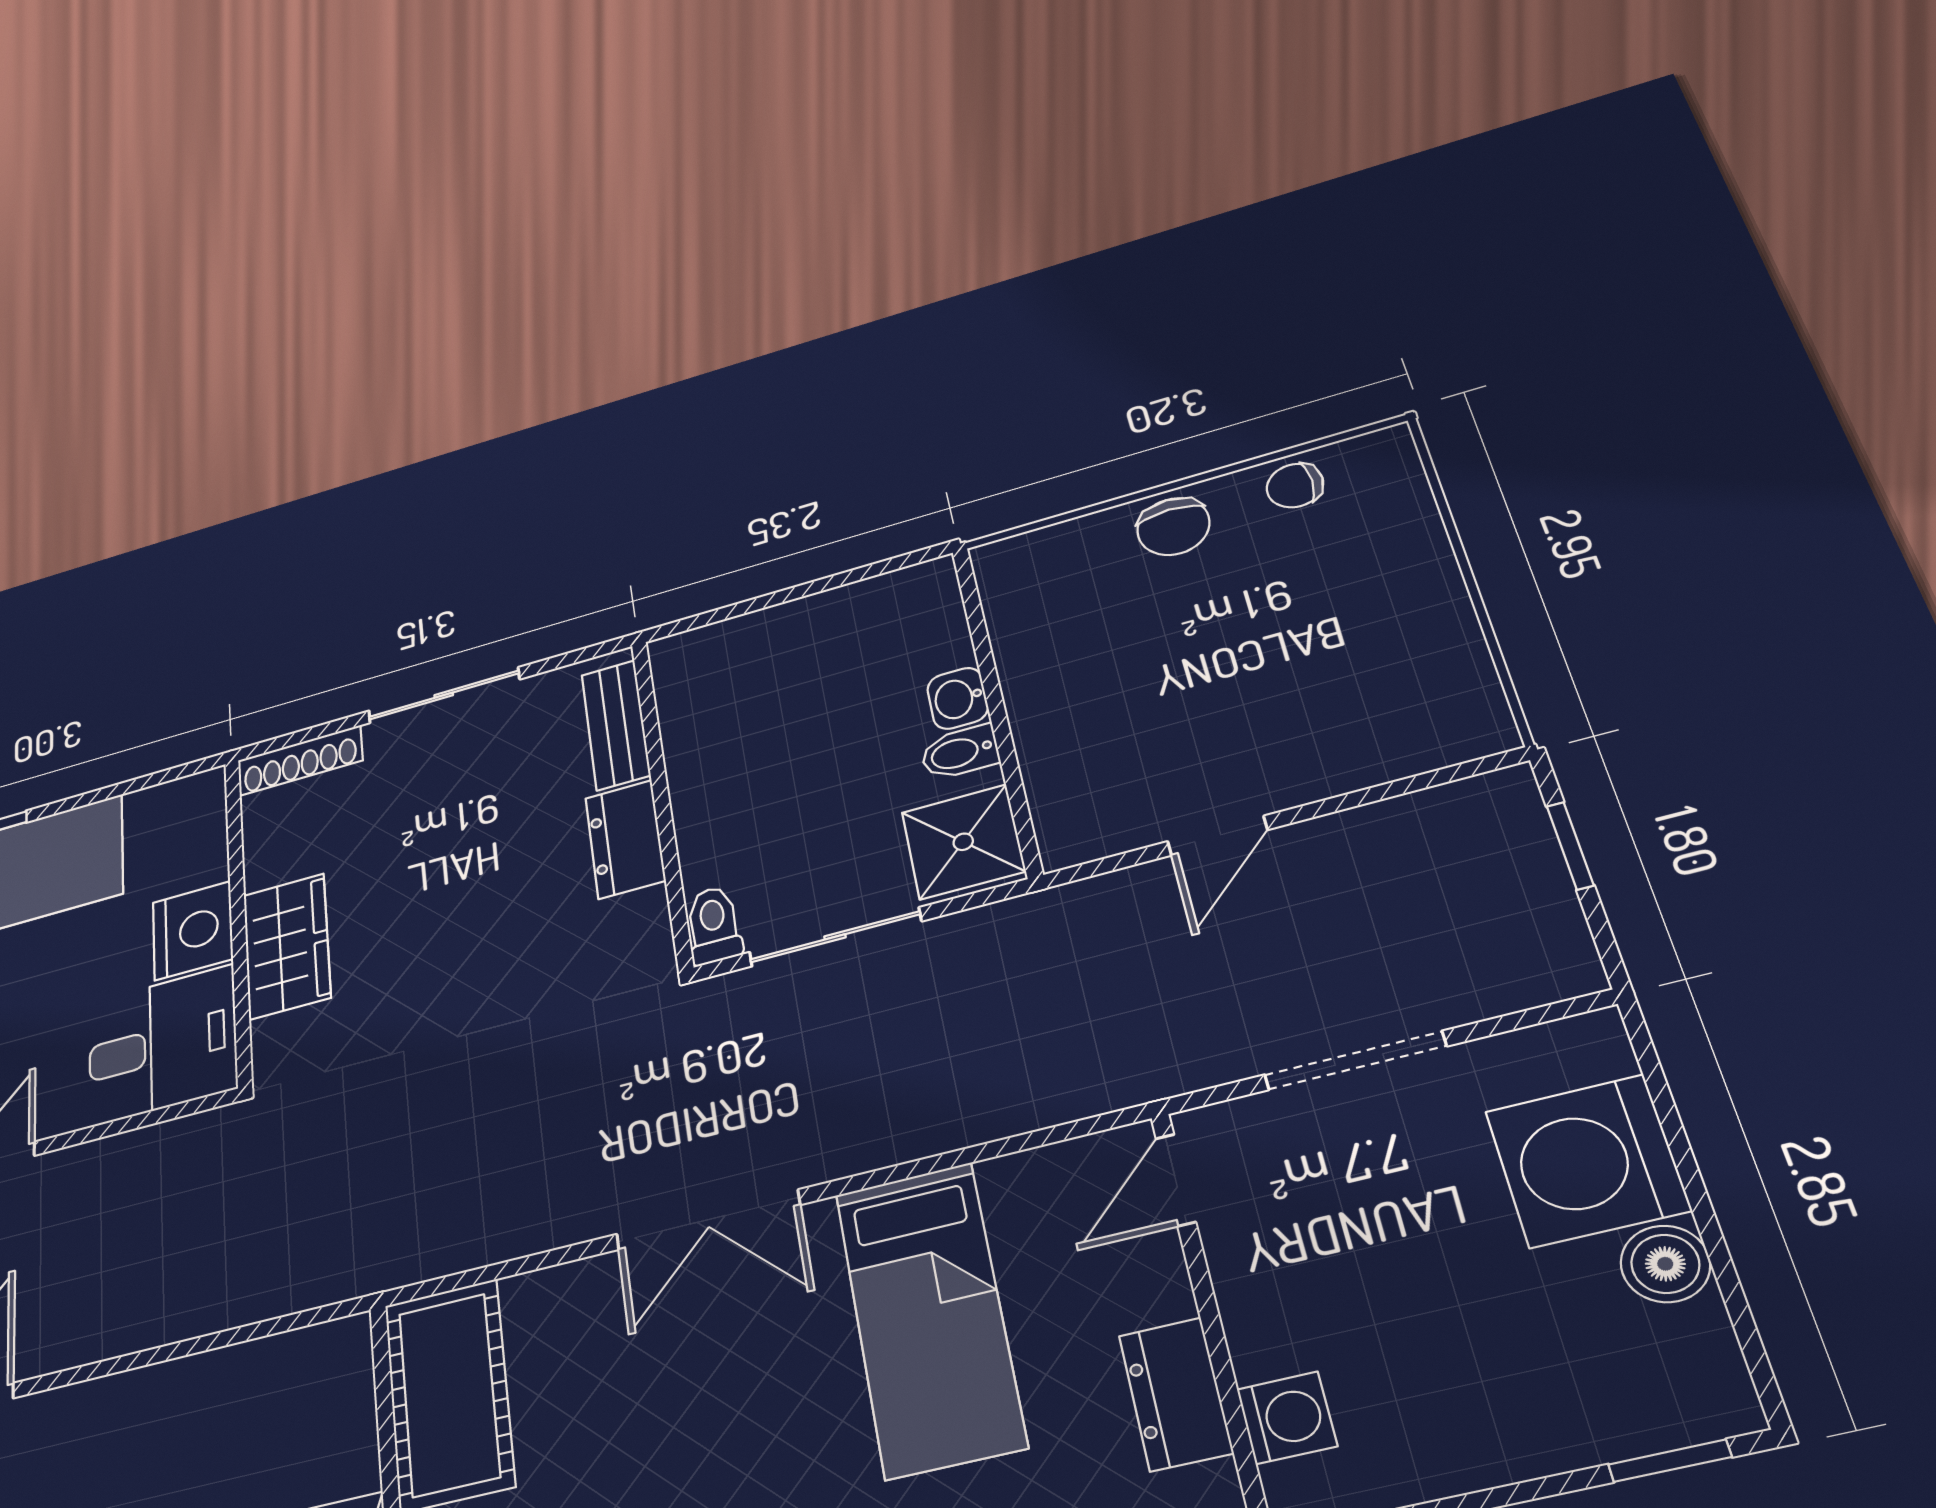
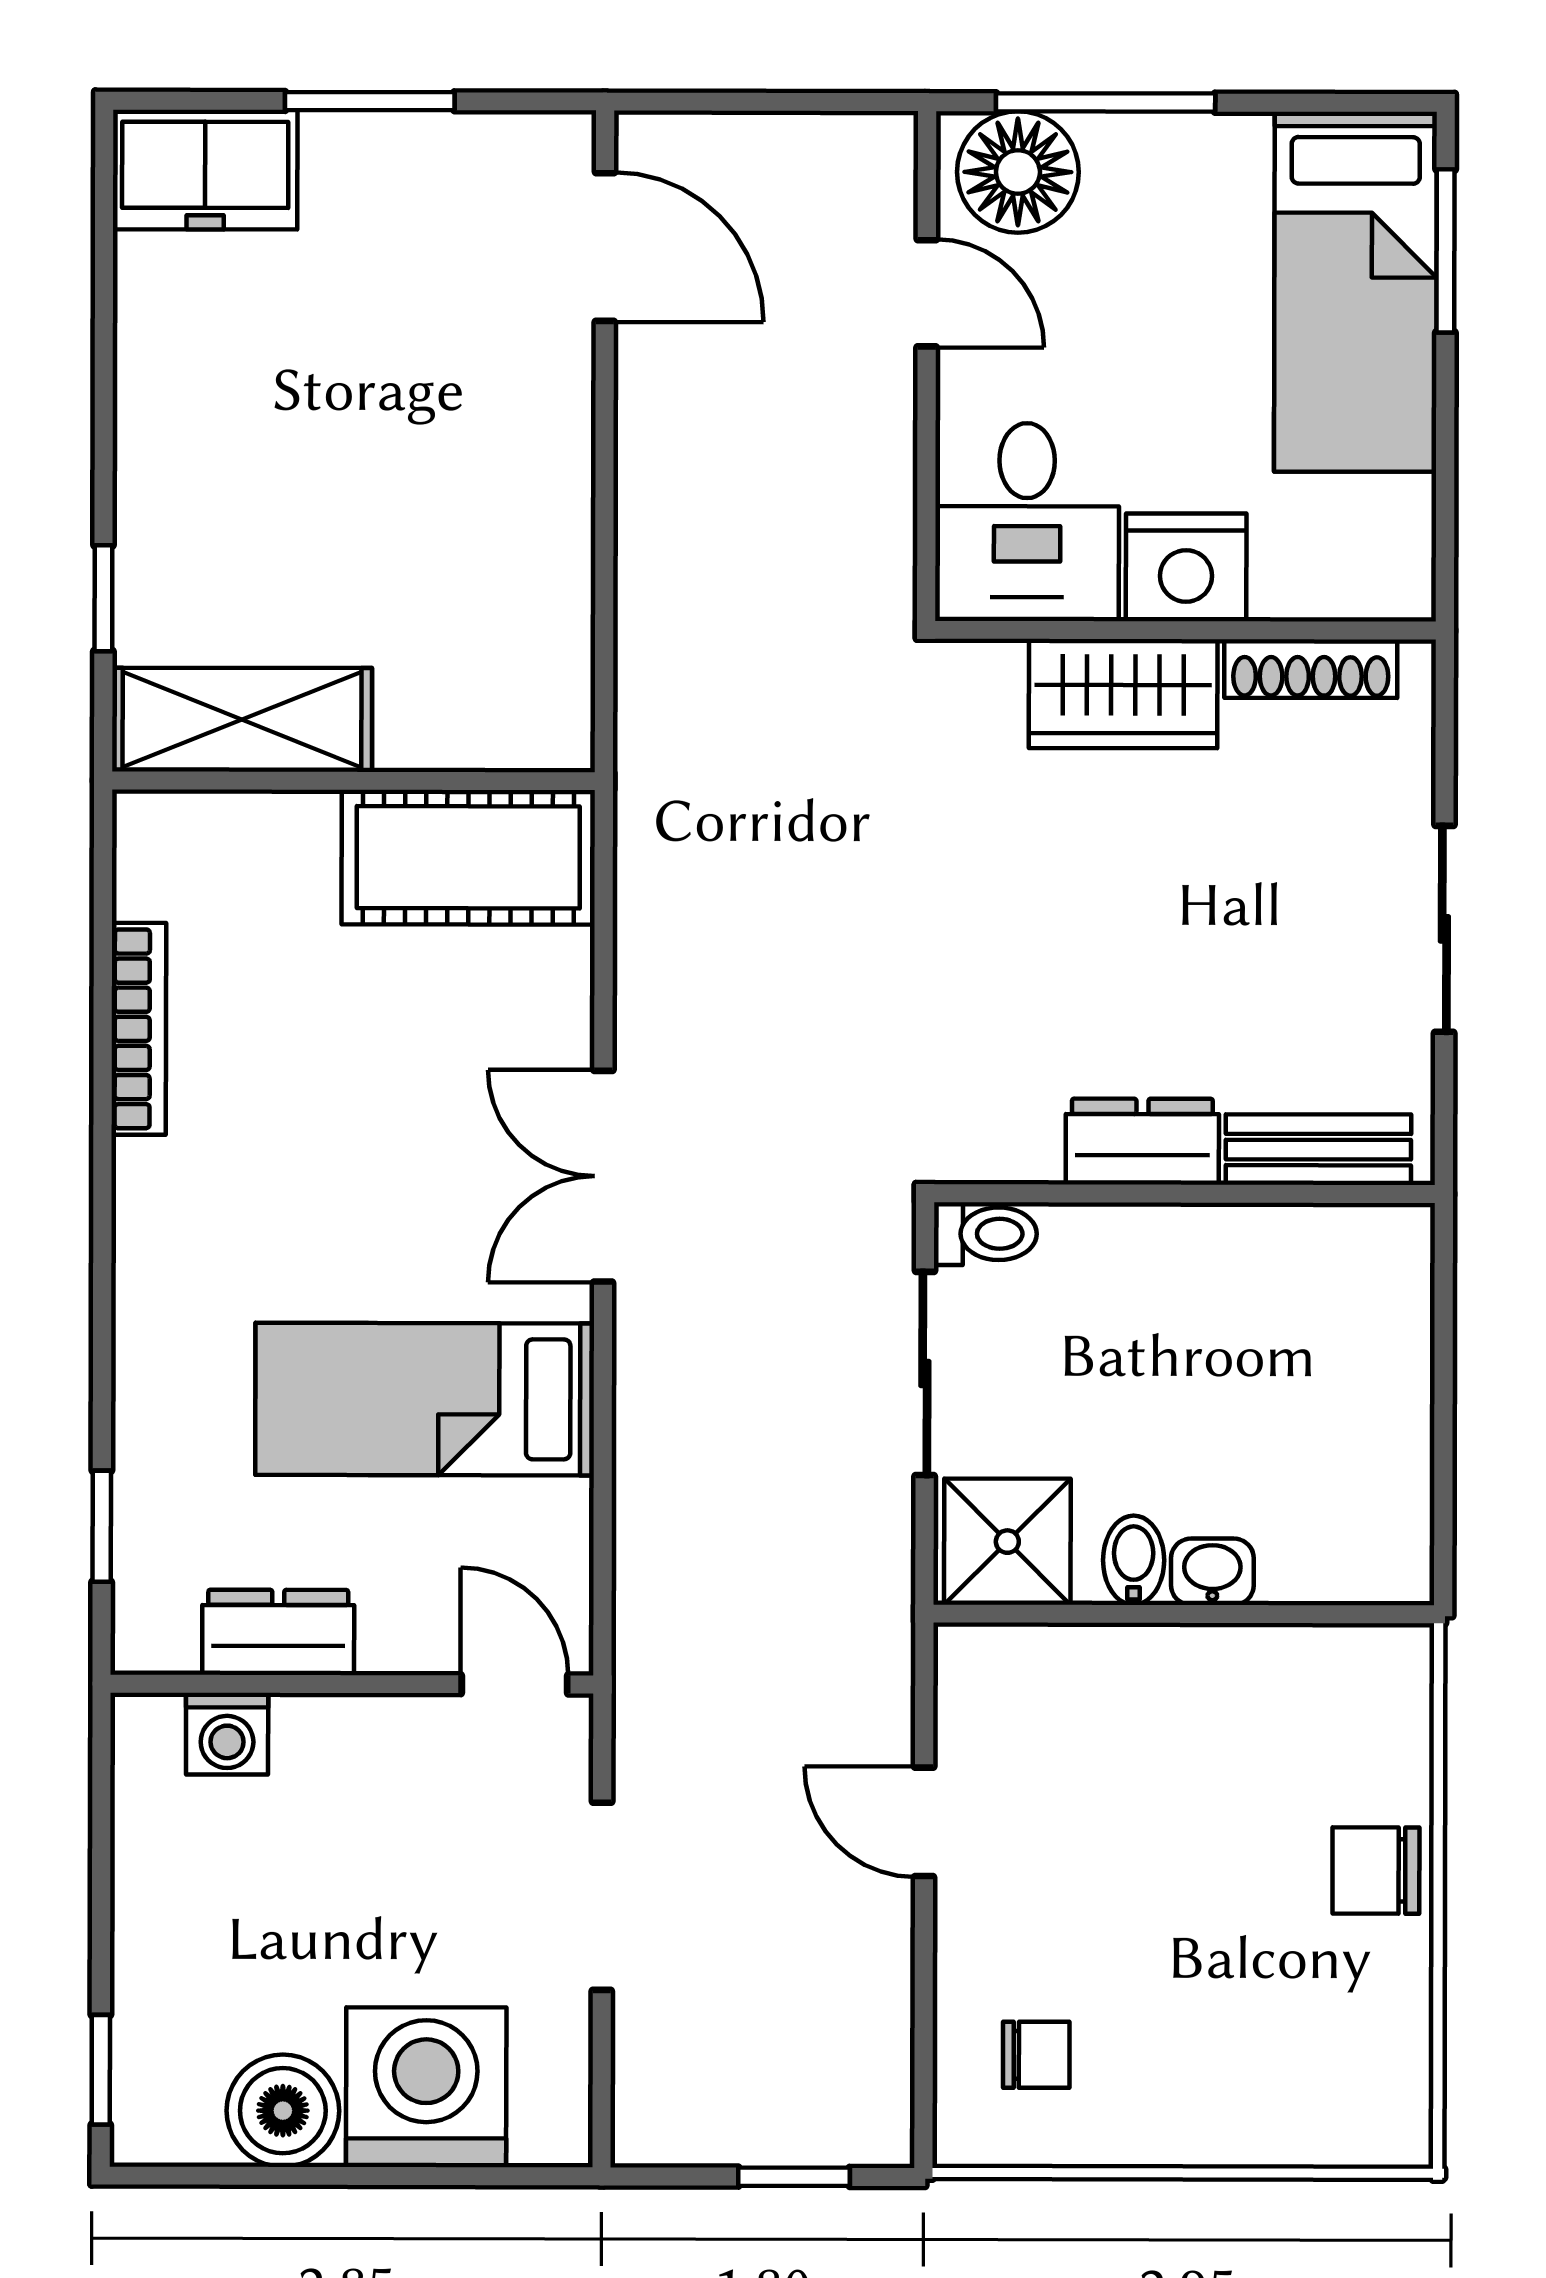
chair: (1295, 486) -> (1036, 2055), moved, turned 90
shoe rack: (300, 760) -> (1311, 669), moved, turned -90
boiler: (1665, 1264) -> (283, 2111), width x1.36, depth x1.36

